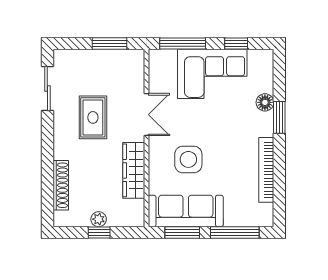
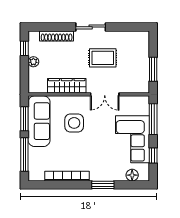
sliding door: (47, 89) -> (91, 27), moved
floor lamp: (265, 102) -> (132, 175), moved
window: (99, 232) -> (24, 48), moved

